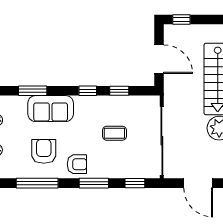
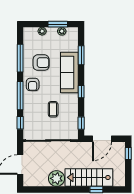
window: (119, 91) -> (81, 123), moved
sofa: (51, 109) -> (69, 72), width x1.36
window: (94, 183) -> (20, 96), width x1.44

